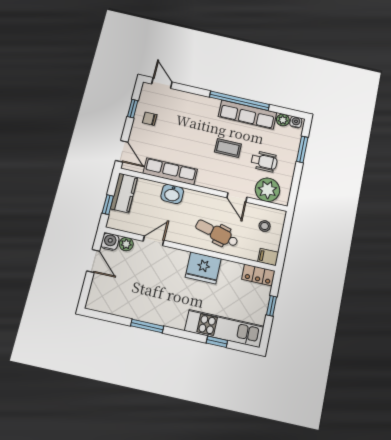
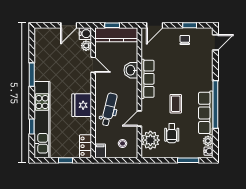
row of seats: (170, 171) -> (148, 79), moved
kitchen counter: (124, 193) -> (116, 35), width x1.50
kitchen unit: (224, 328) -> (42, 120), width x1.36

